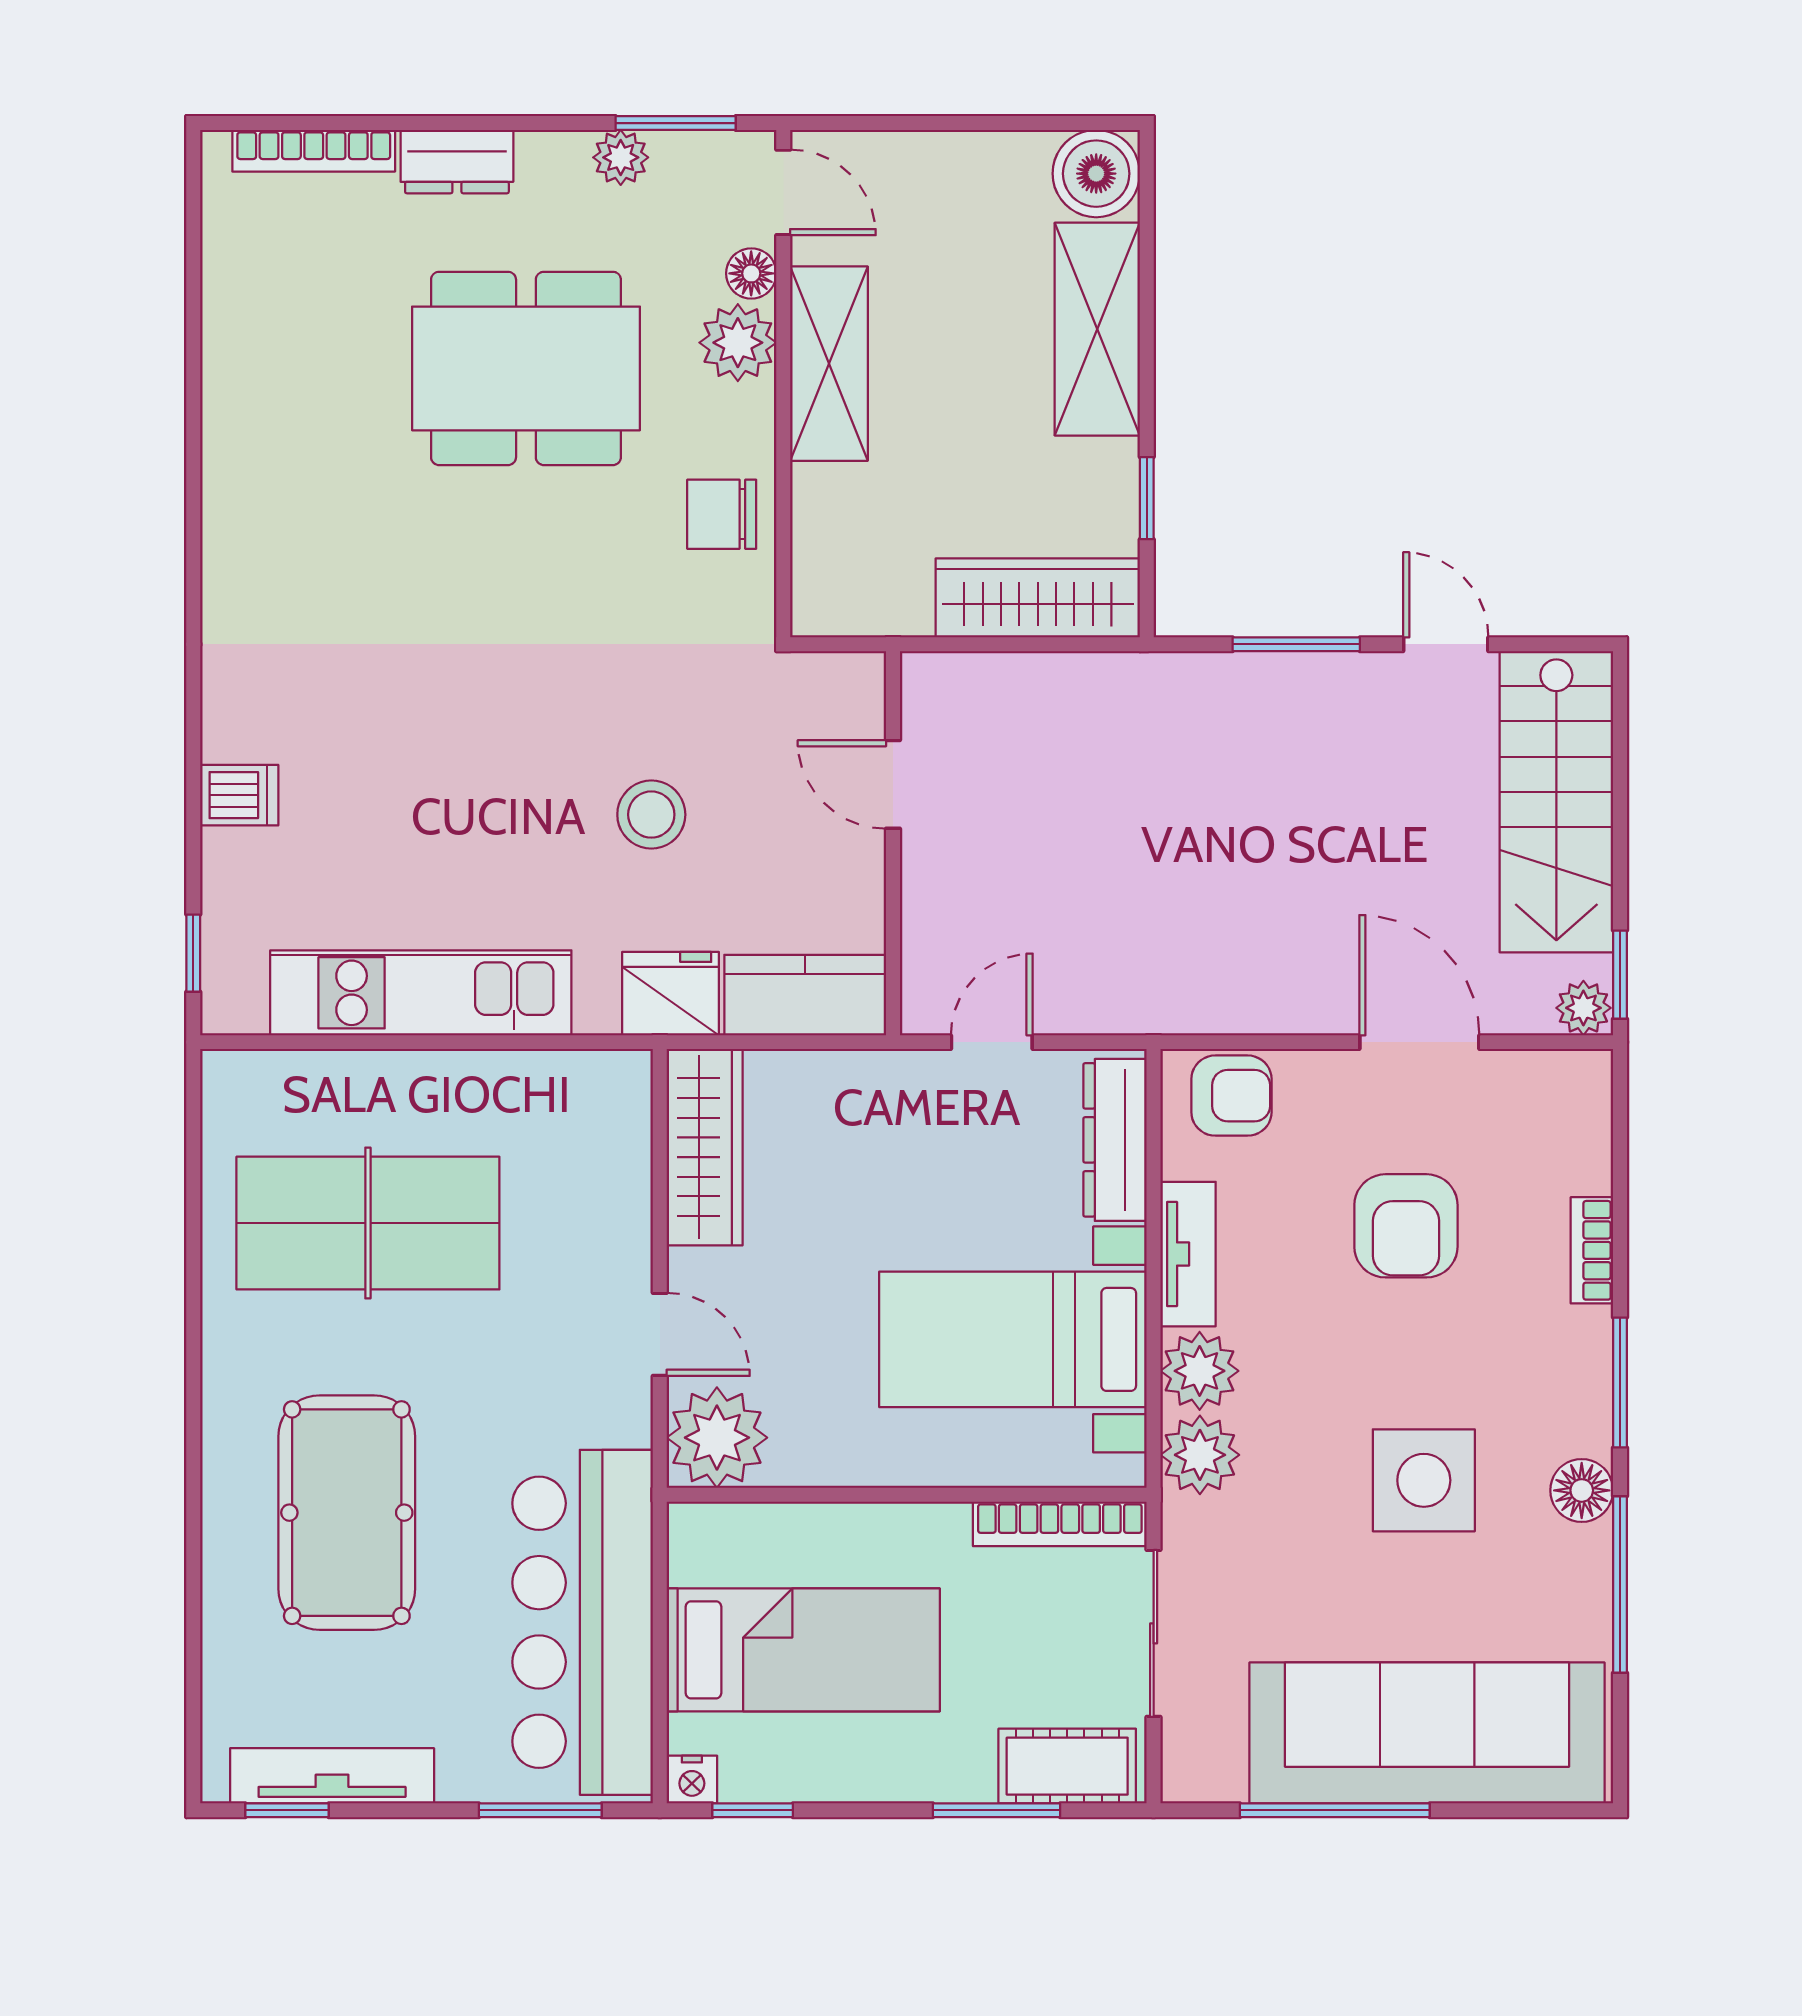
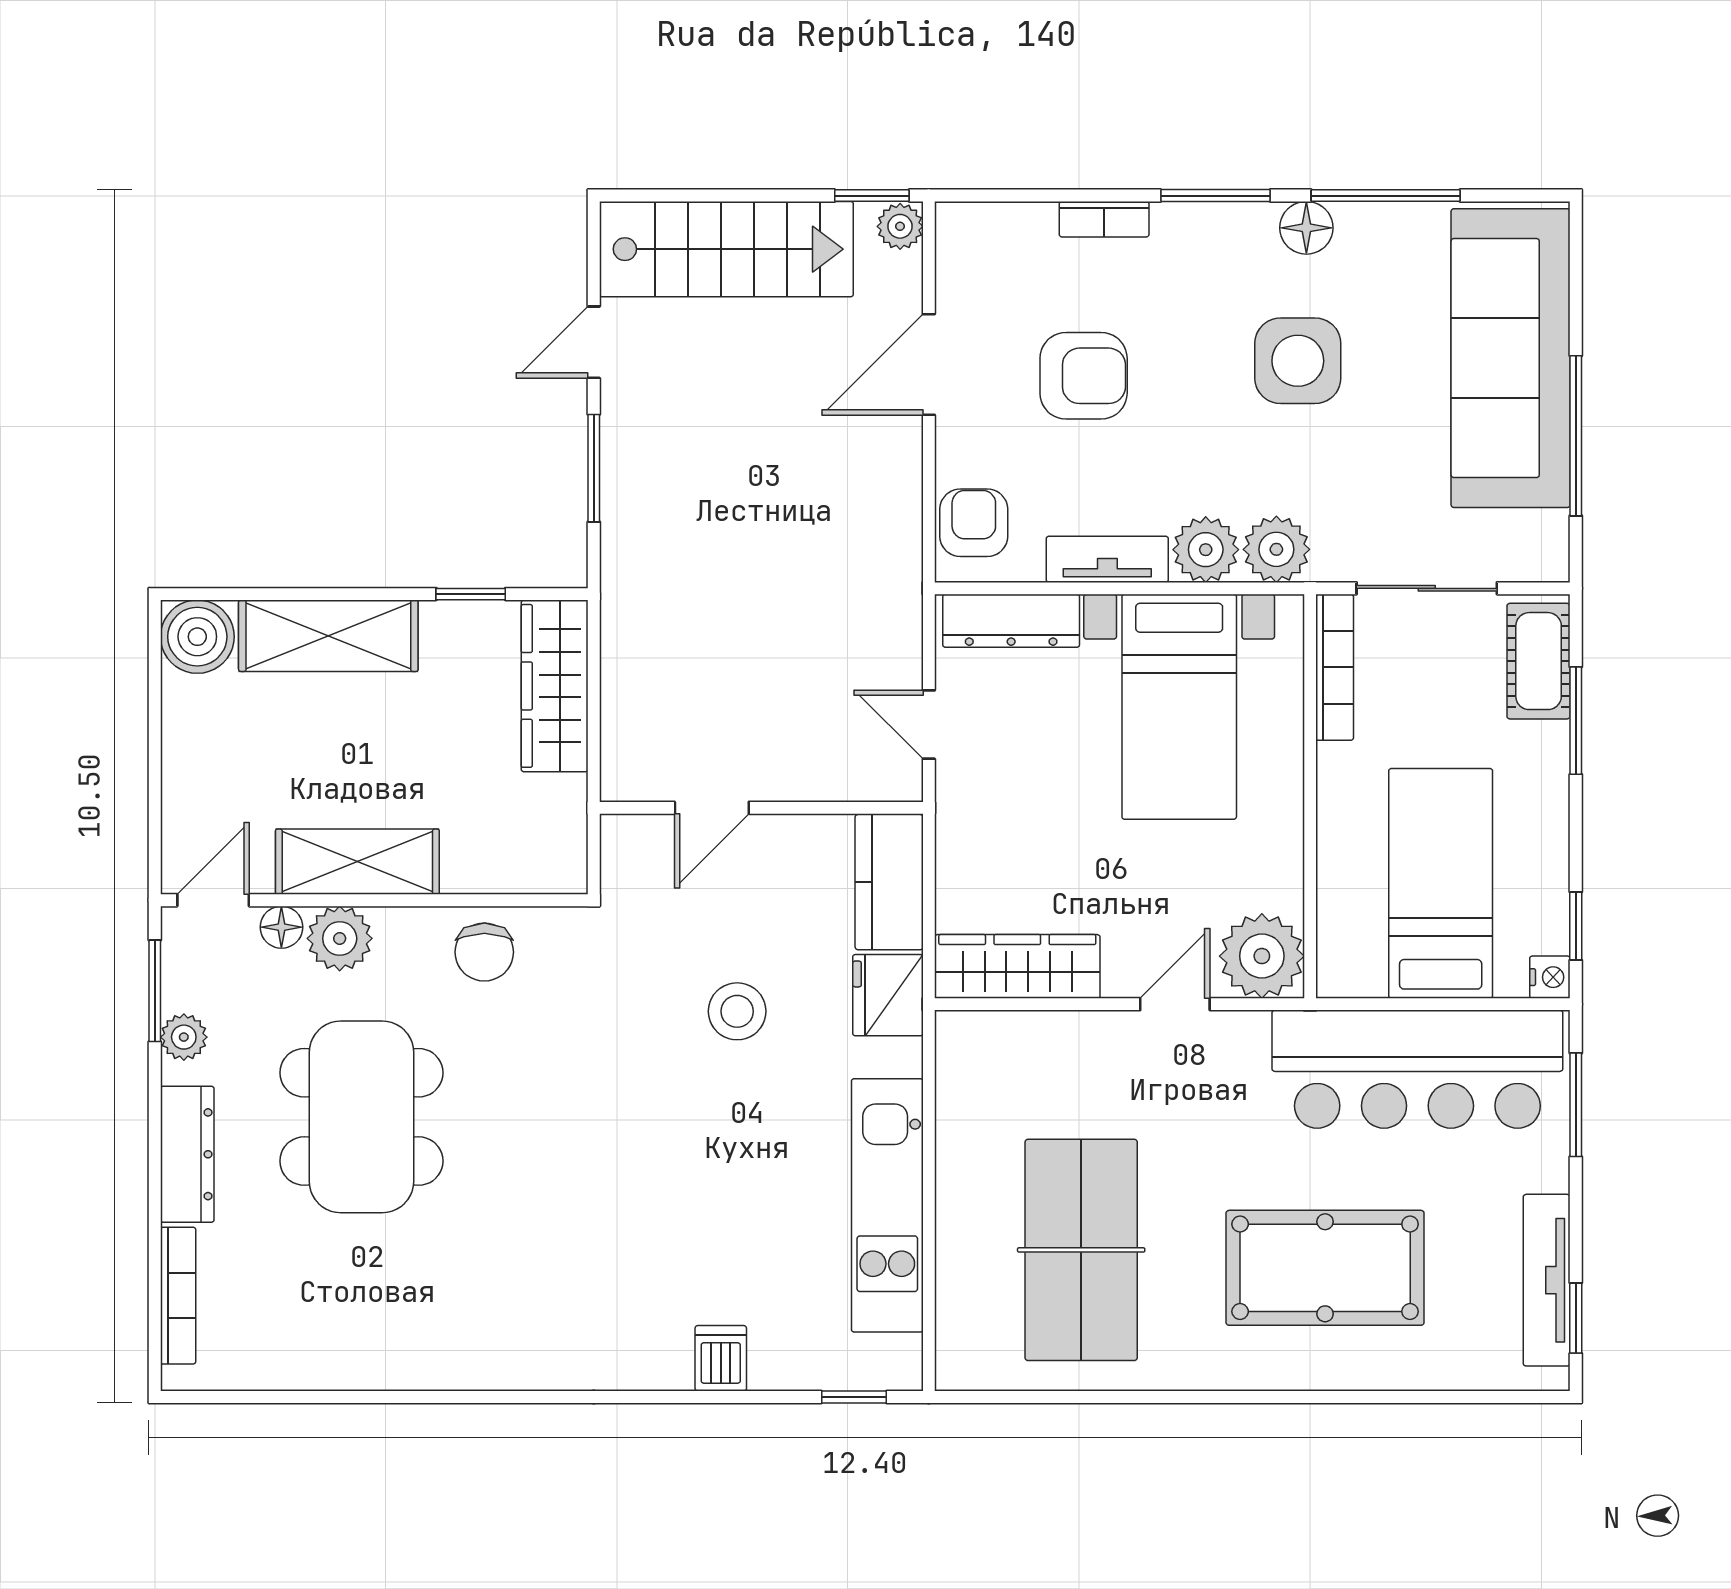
dresser: (457, 162) -> (187, 1154), width x1.44

